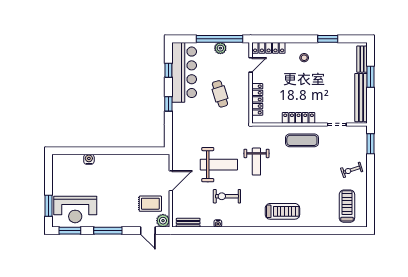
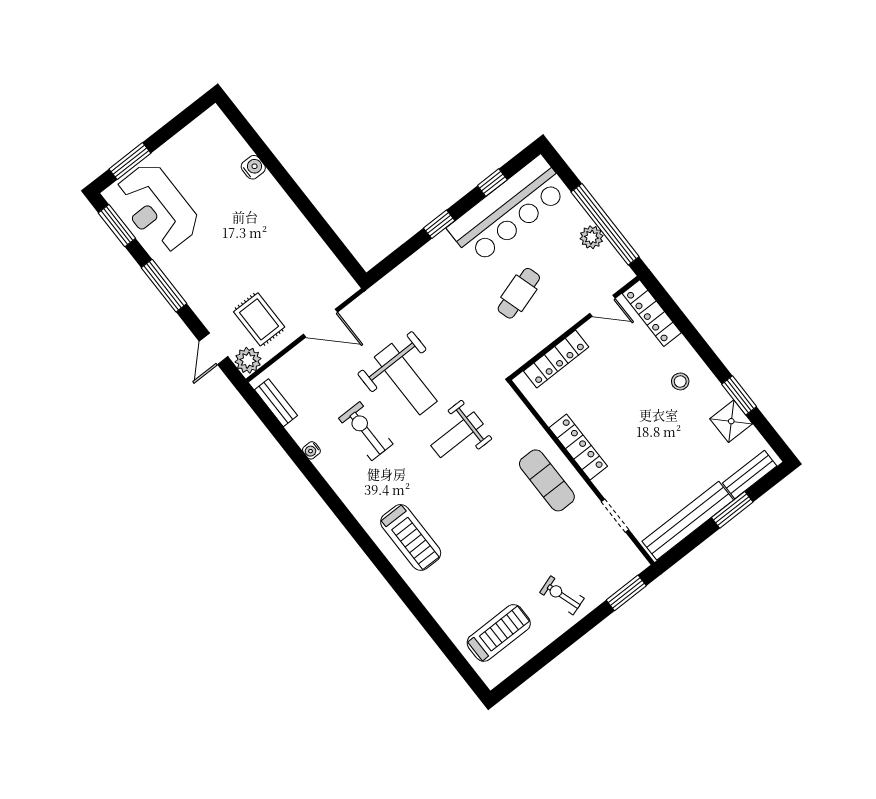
shower: (335, 50) -> (731, 421), added

